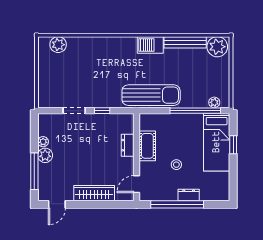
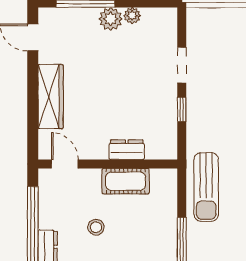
sun lounger: (151, 95) -> (206, 187), width x0.73, depth x0.75

